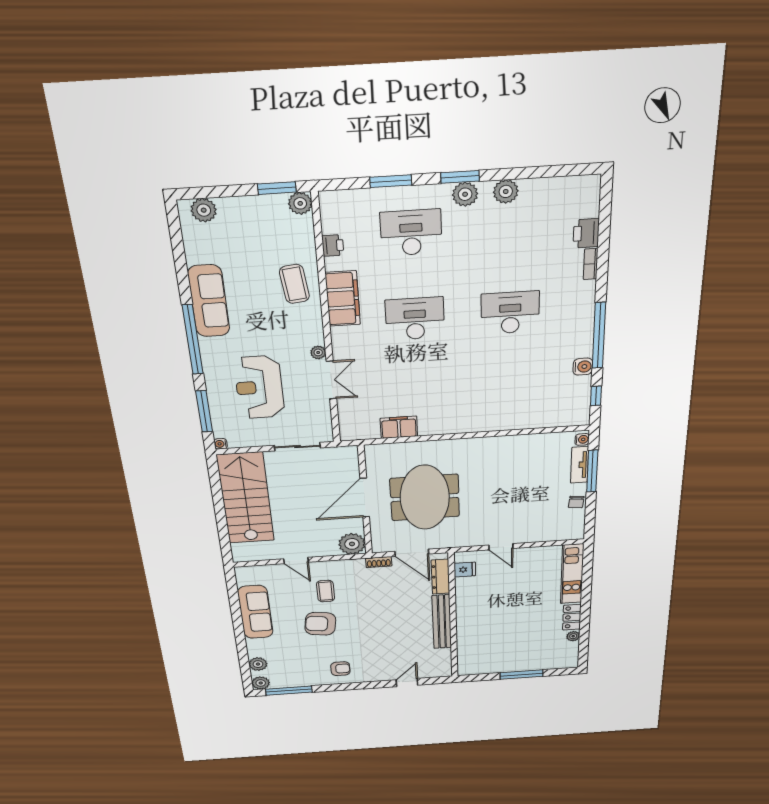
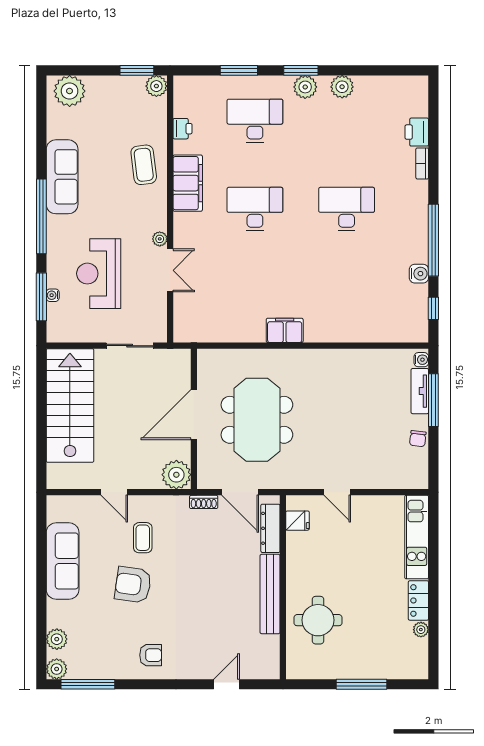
plant: (204, 210) -> (70, 91), width x1.36, depth x1.36
filing cabinet: (399, 427) -> (285, 330), moved
water cooler: (221, 444) -> (53, 295), moved
round table: (484, 636) -> (318, 620), added

